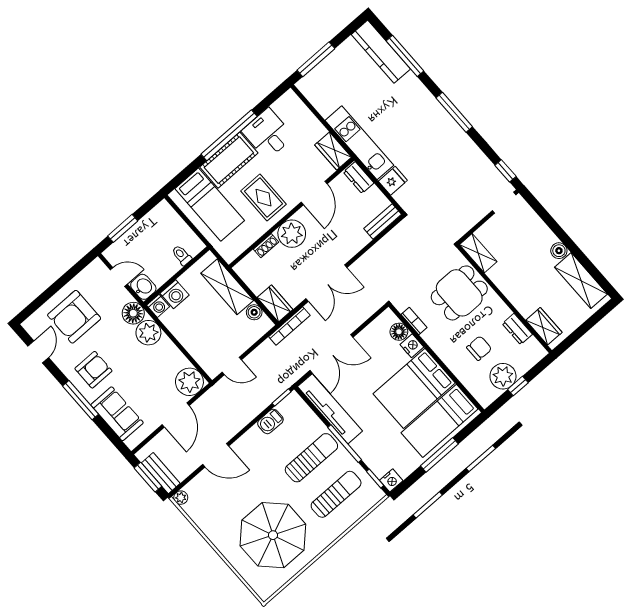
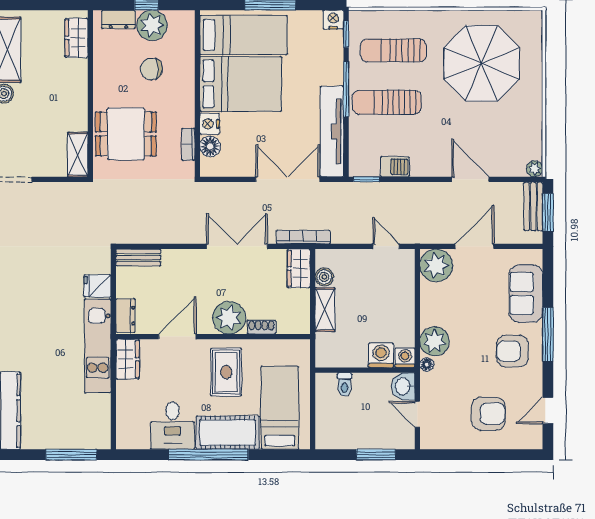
shelving: (227, 287) -> (325, 310), width x0.67, depth x0.75
floor lamp: (133, 313) -> (427, 365), width x0.53, depth x0.53
armchair: (74, 317) -> (488, 414), width x0.73, depth x0.73
dresser: (517, 329) -> (118, 19), moved, turned 90

